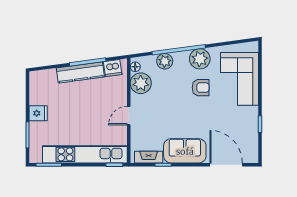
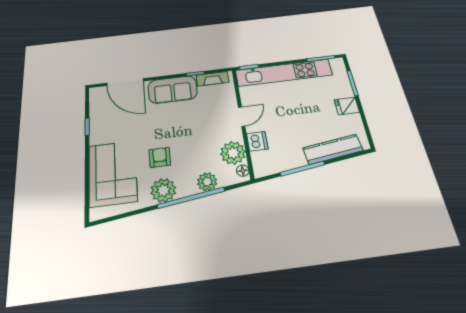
dishwasher: (113, 68) -> (257, 141), moved, turned 98
kitchen counter: (80, 72) -> (333, 149), moved
armchair: (201, 88) -> (160, 157), turned 90

